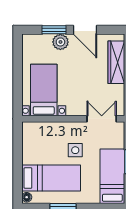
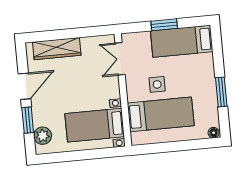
plant: (60, 42) -> (43, 136), moved
bed: (51, 178) -> (161, 114), moved, turned 90

